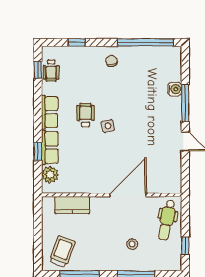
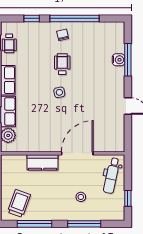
window: (145, 42) -> (75, 18), moved
window: (185, 103) -> (128, 60), moved
wheelchair: (86, 115) -> (62, 64), moved
kitchen counter: (72, 205) -> (43, 162), moved

